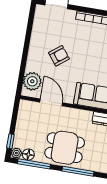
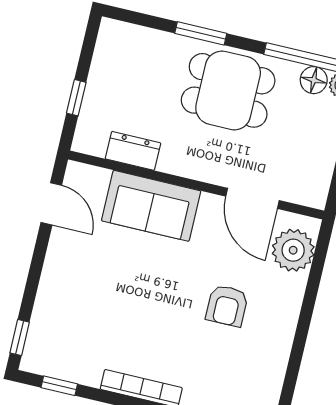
armchair: (59, 56) -> (227, 306), turned -52
window: (78, 171) -> (201, 33), width x0.69

